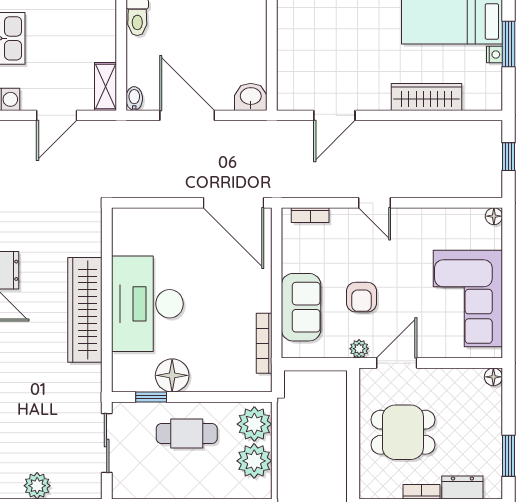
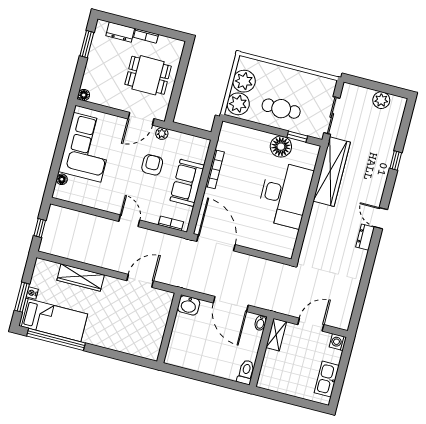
floor lamp: (494, 216) -> (62, 179), moved
sofa: (301, 307) -> (187, 183), moved
wardrobe: (85, 310) -> (332, 172), moved
bookcase: (264, 343) -> (215, 169), moved

